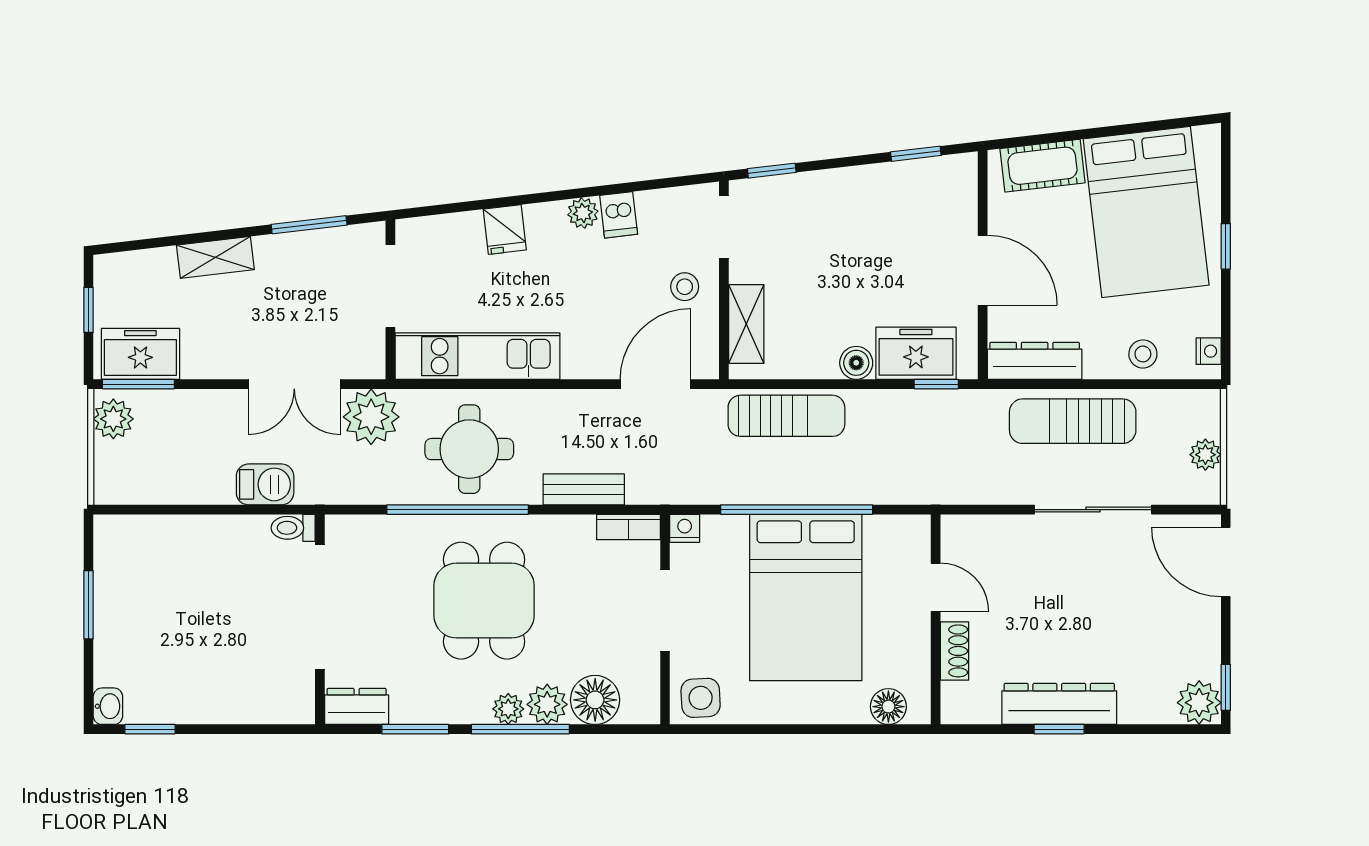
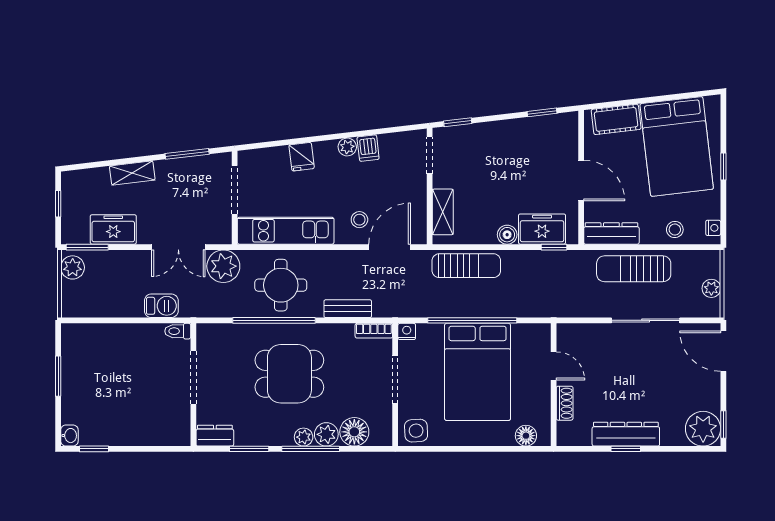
stool: (685, 287) -> (359, 220), moved
freezer: (140, 354) -> (113, 229), moved
dining table: (484, 601) -> (289, 374), turned 90
doorway: (320, 607) -> (193, 378), width x0.73
plant: (1199, 703) -> (703, 429), width x1.36, depth x1.36

